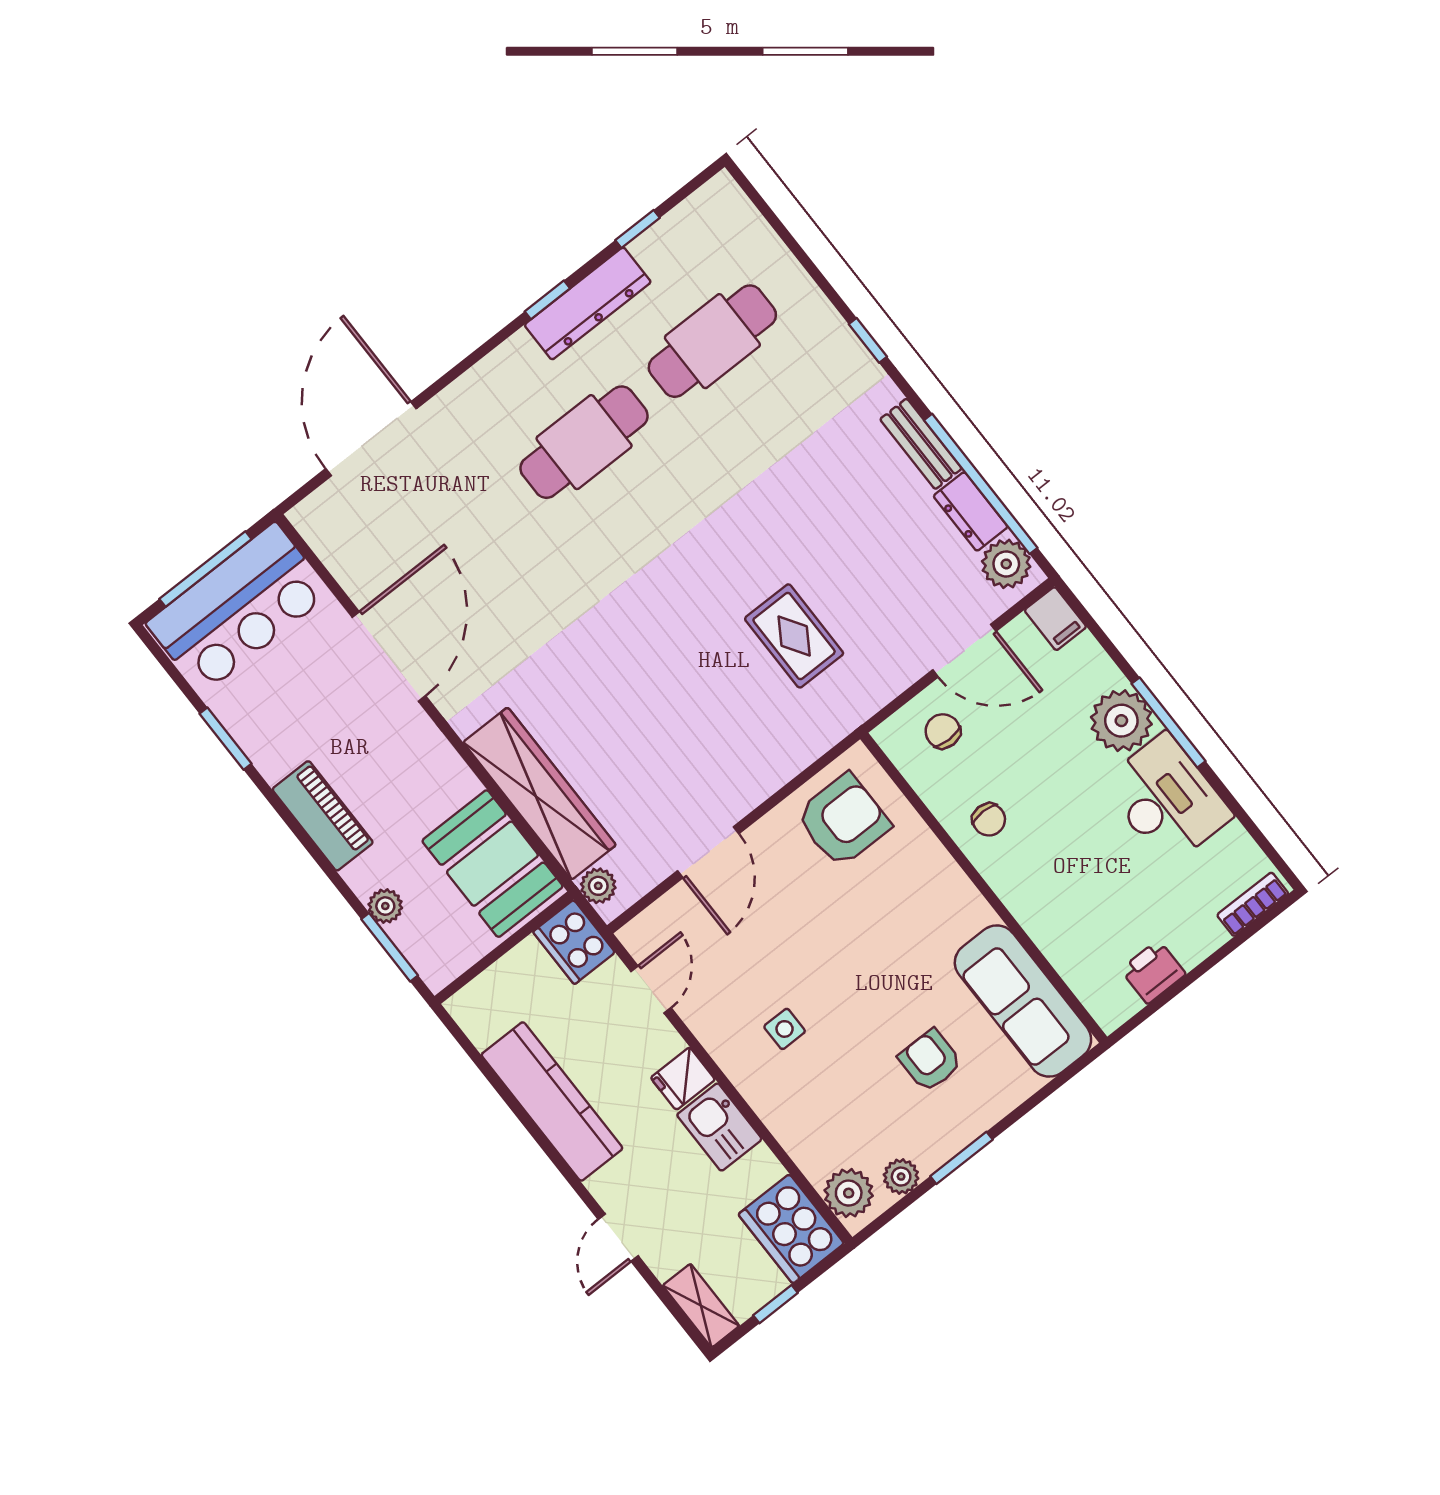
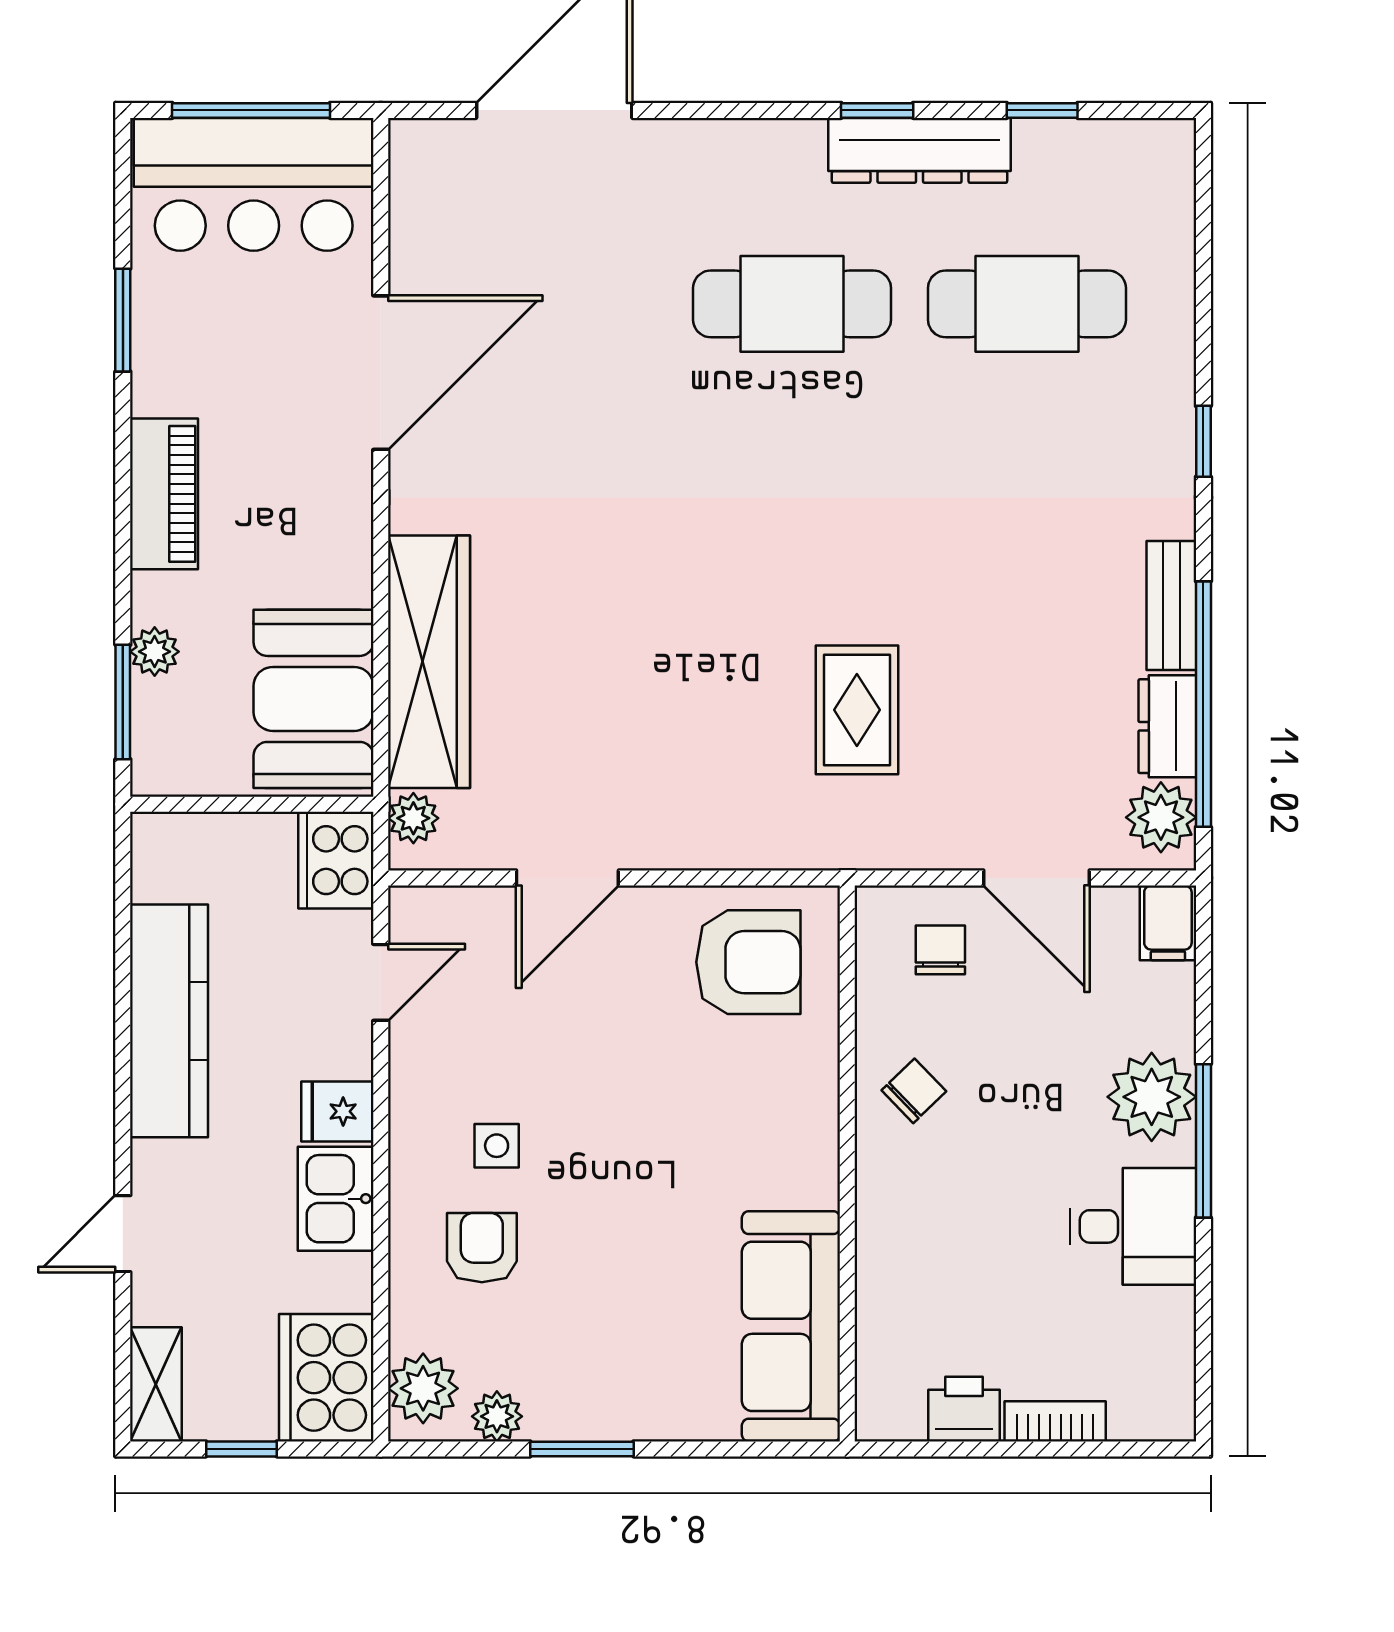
desk: (1167, 799) -> (1133, 1226), width x0.73
chair: (989, 820) -> (914, 1091), turned -134
bookcase: (1253, 904) -> (1055, 1421), moved
armchair: (930, 1060) -> (482, 1248), moved

